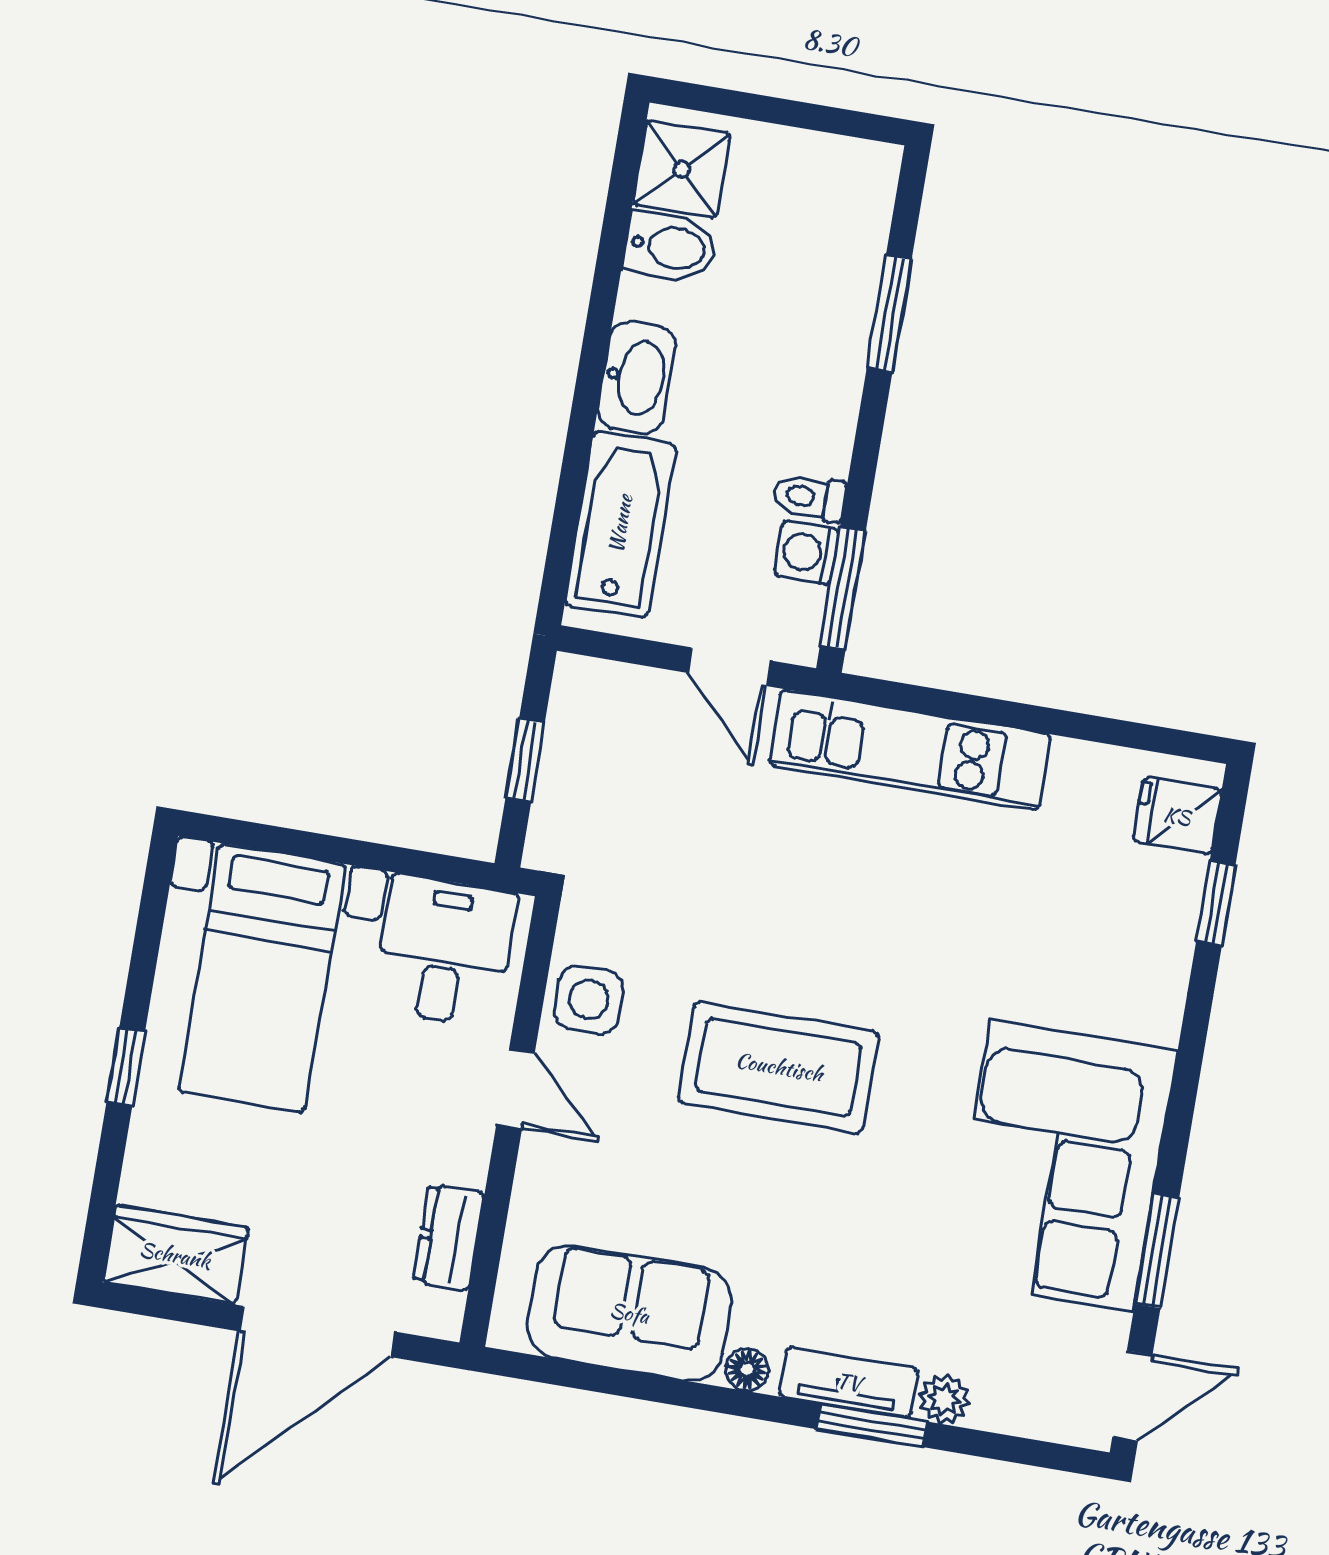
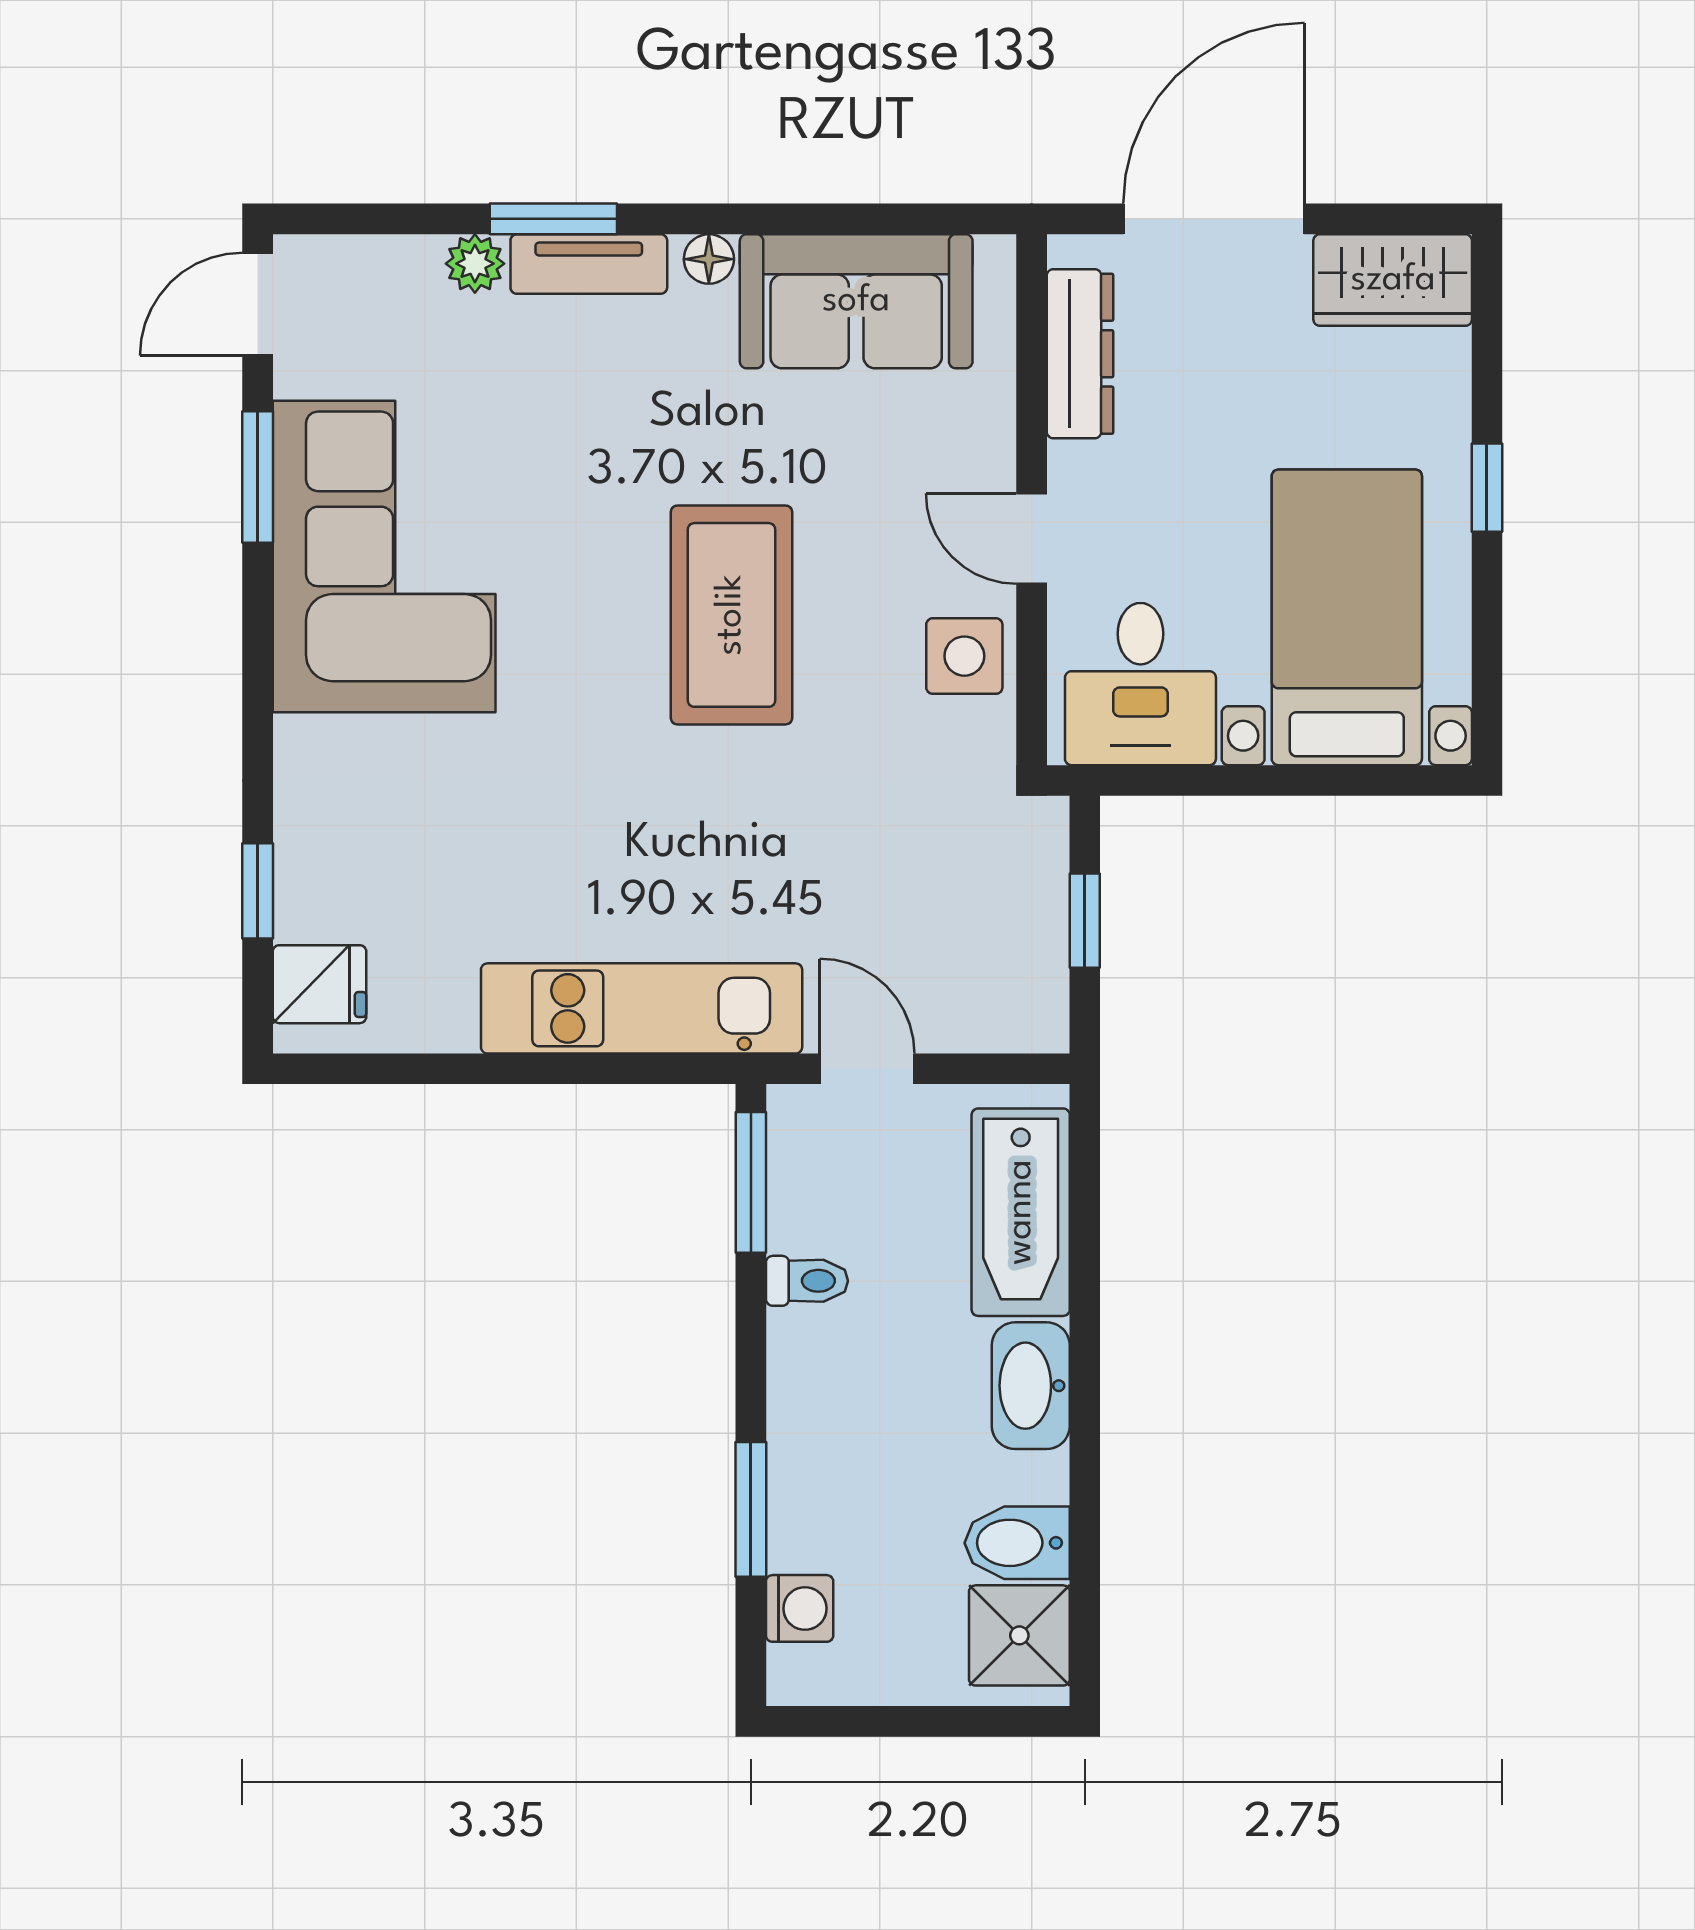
washing machine: (807, 553) -> (800, 1608), moved
coffee table: (779, 1067) -> (731, 615), turned 90
dresser: (449, 1237) -> (1080, 354), width x1.44

